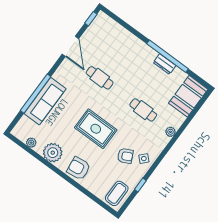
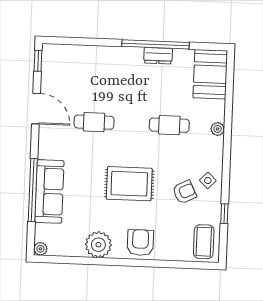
plant: (31, 143) -> (40, 249), moved
armchair: (79, 168) -> (140, 243), turned 97

